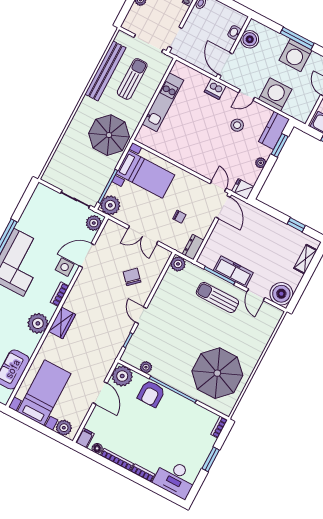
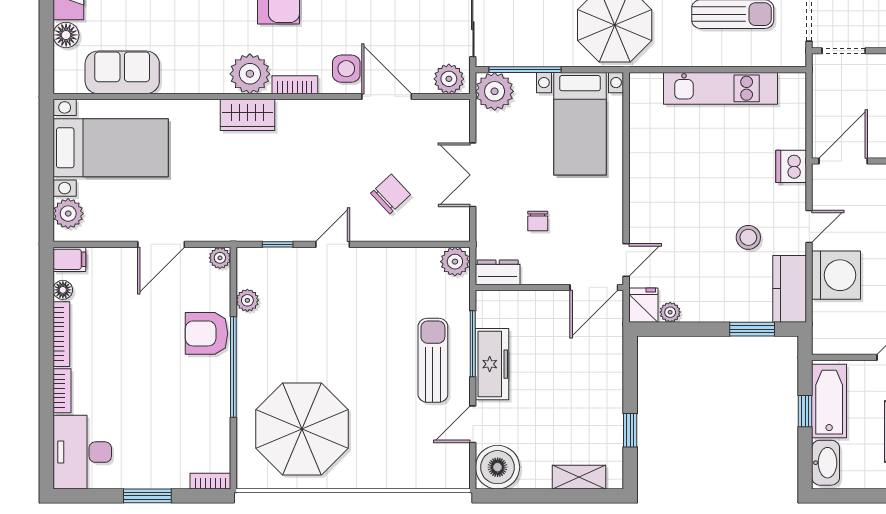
door: (247, 95) -> (809, 226), swing flipped
kitchen counter: (274, 130) -> (790, 289), moved, turned -90
plant: (261, 163) -> (670, 312), moved
plant: (38, 323) -> (250, 74), moved
plant: (122, 376) -> (220, 258), width x0.53, depth x0.53

